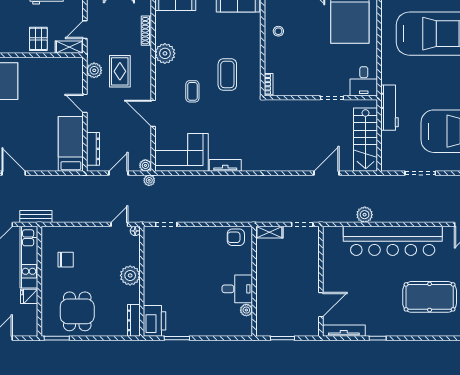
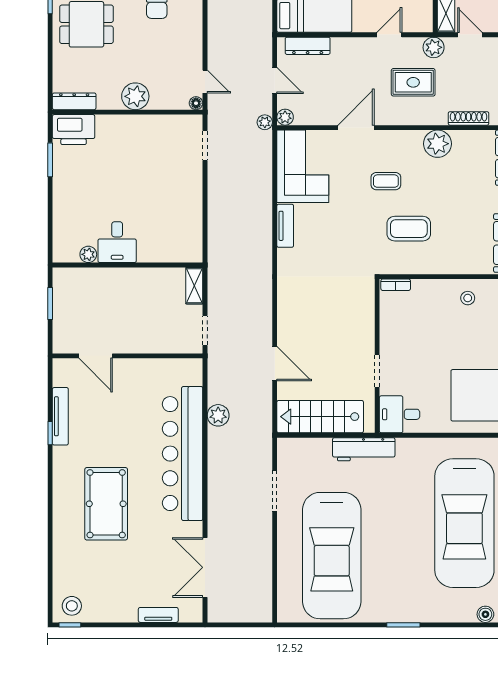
plant: (94, 70) -> (434, 47), moved
door: (85, 103) -> (389, 35), moved
armchair: (236, 237) -> (187, 240), removed
tv unit: (344, 331) -> (60, 416), moved

